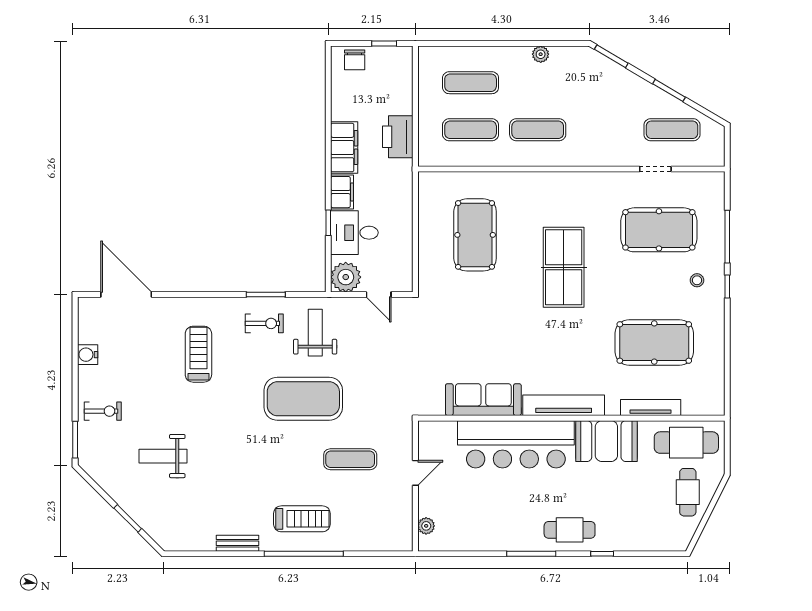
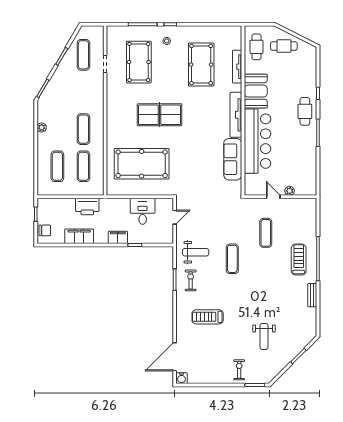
filing cabinet: (344, 148) -> (79, 236), moved
desk: (354, 233) -> (143, 211), moved, turned 180
pool table: (475, 235) -> (142, 164), width x1.36, depth x1.32
plant: (346, 277) -> (165, 235), removed
weight bench: (315, 333) -> (196, 252), turned 180
water cooler: (88, 355) -> (182, 378), moved
exercise mat: (303, 399) -> (232, 259), width x0.50, depth x0.69
cafe table: (686, 443) -> (256, 47), width x0.73, depth x0.74
plant: (426, 526) -> (290, 191), moved

